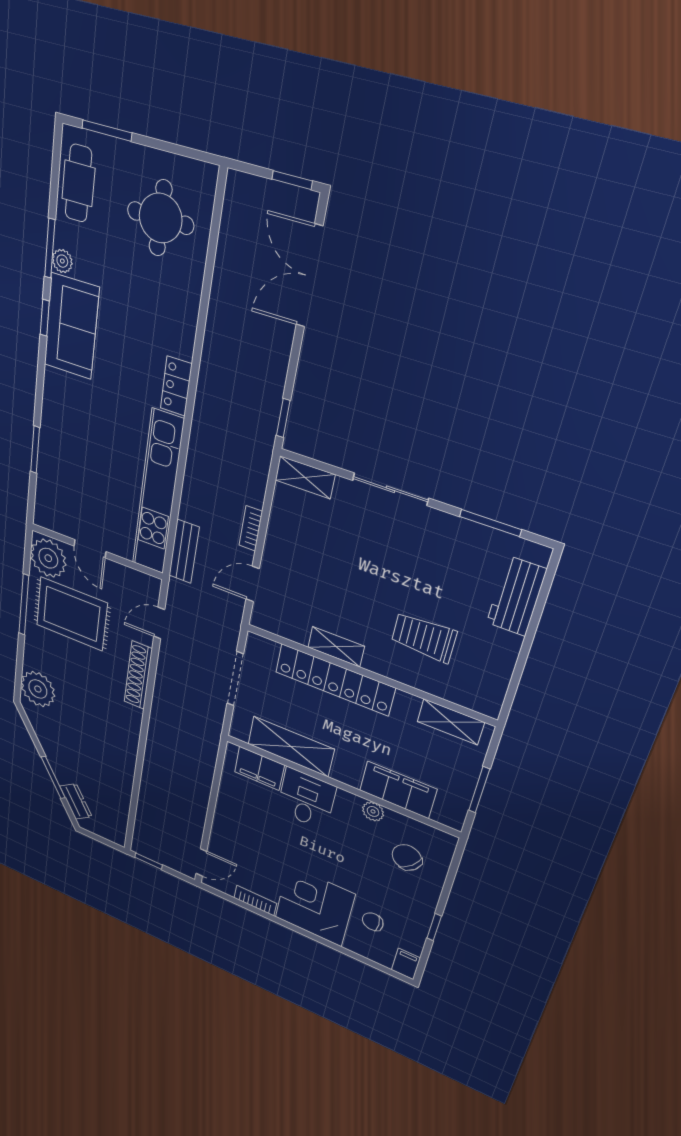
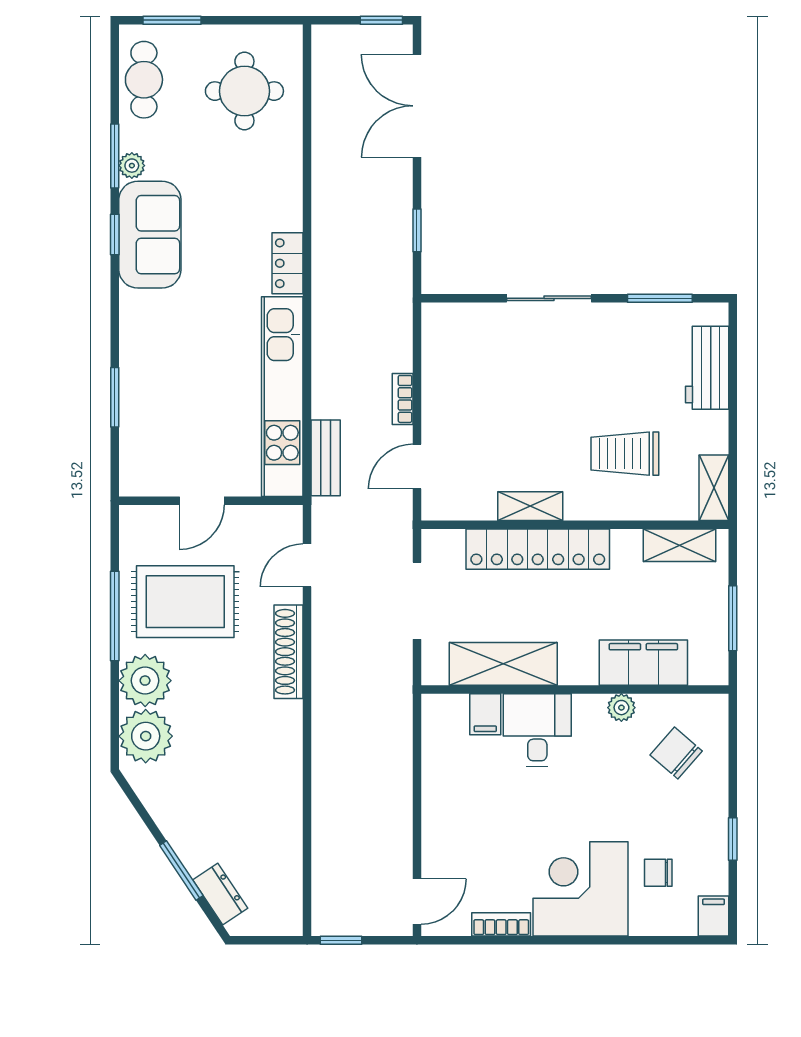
window: (283, 418) -> (417, 230), moved
shelving: (305, 477) -> (714, 488), moved, turned 90
door: (90, 549) -> (202, 501), hinge flipped
plant: (48, 558) -> (145, 681), moved
filing cabinet: (259, 768) -> (485, 714), width x0.50

